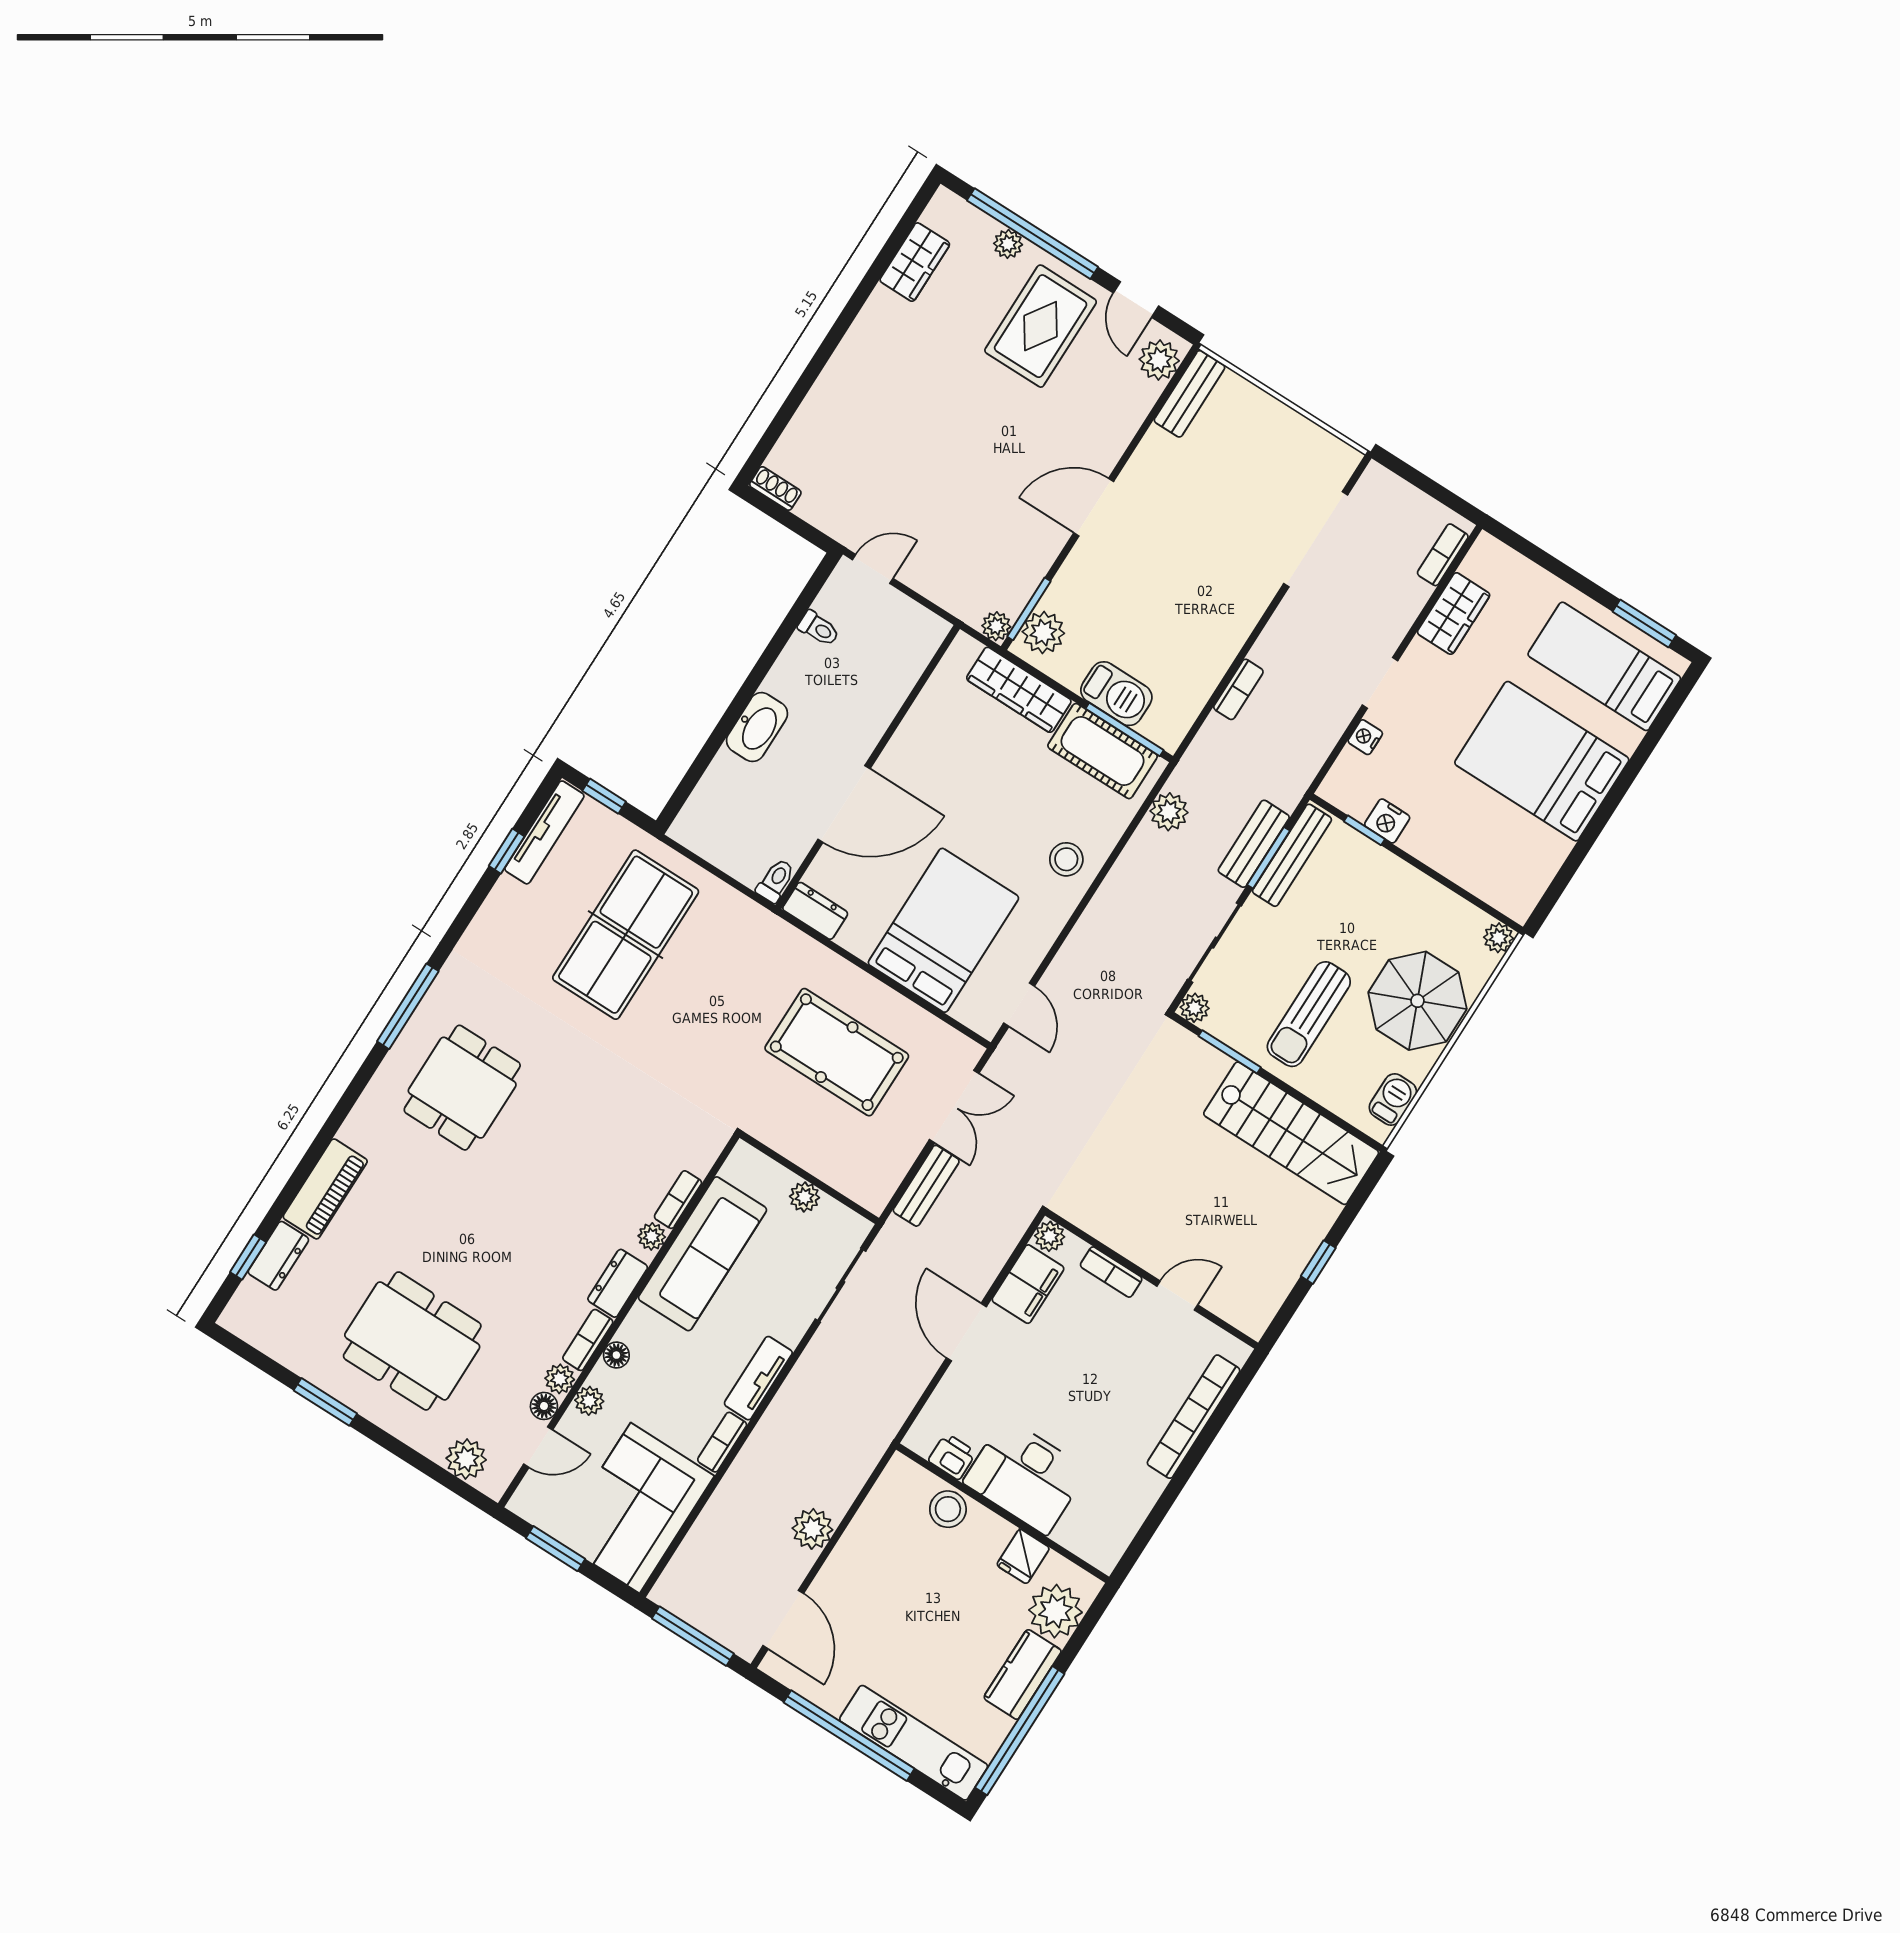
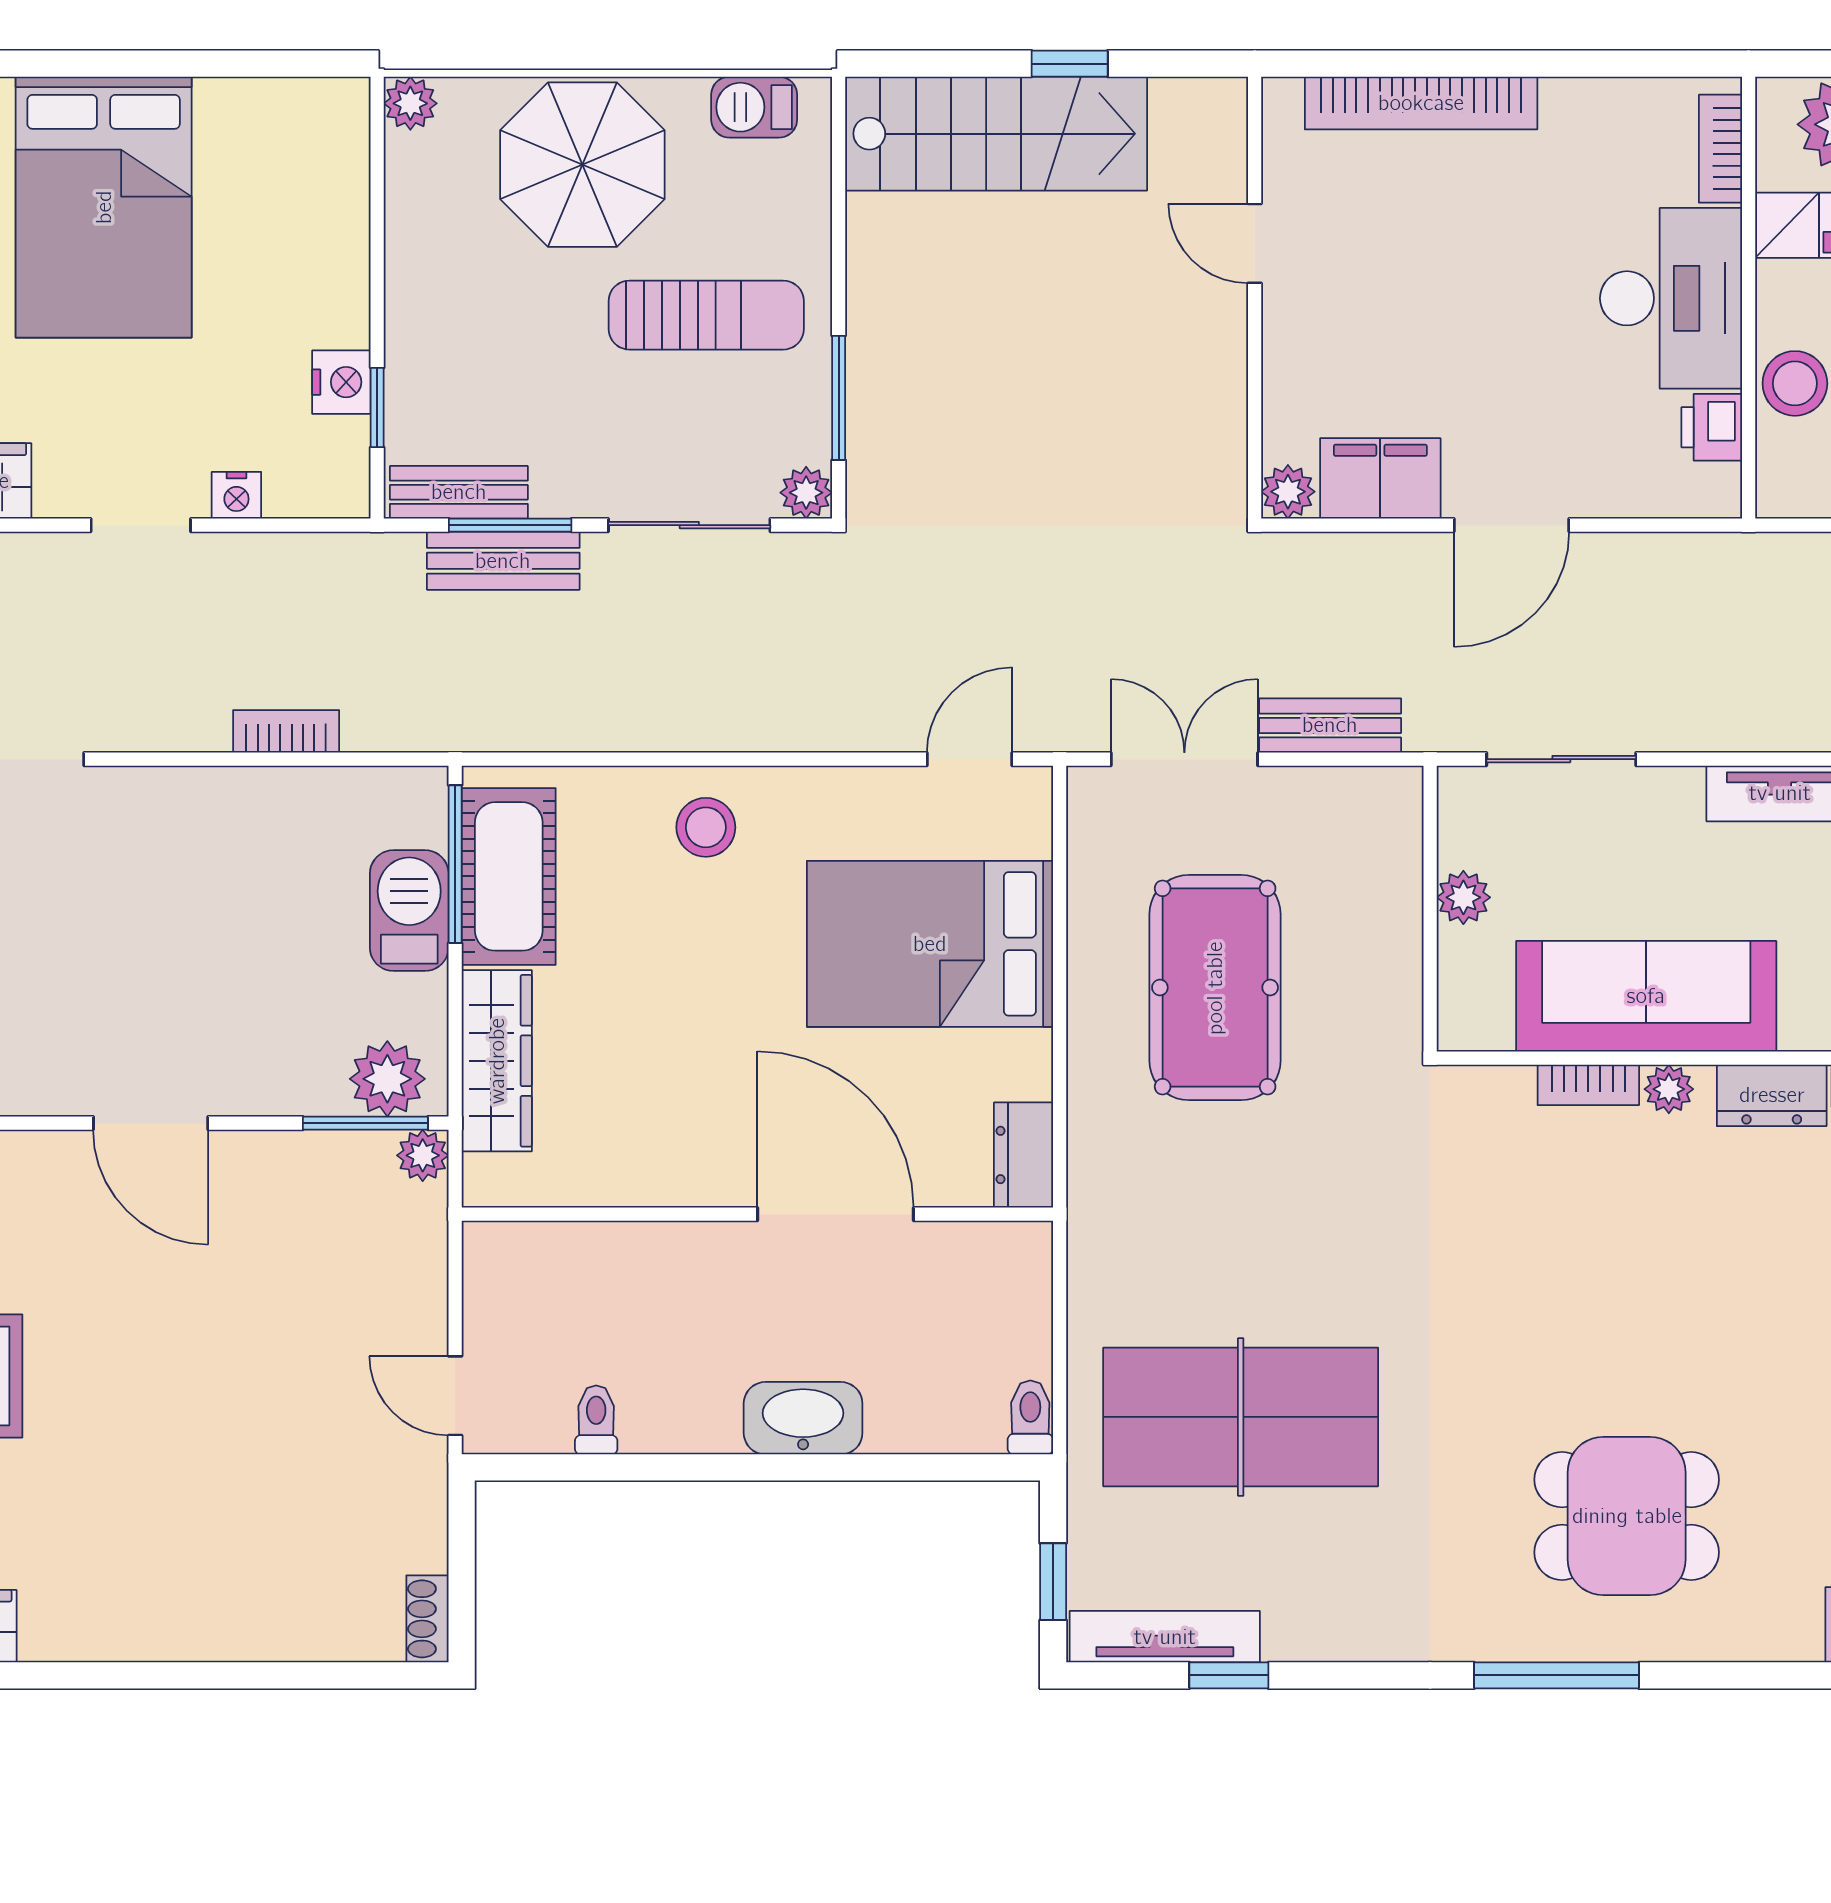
plant: (1169, 812) -> (536, 719), removed
bench: (1292, 855) -> (459, 492), width x0.73
toilet: (776, 881) -> (1030, 1417), moved, turned 90
stairs: (1291, 1133) -> (996, 134), moved, turned 90
bookcase: (1111, 1272) -> (1720, 149), moved, turned 180

